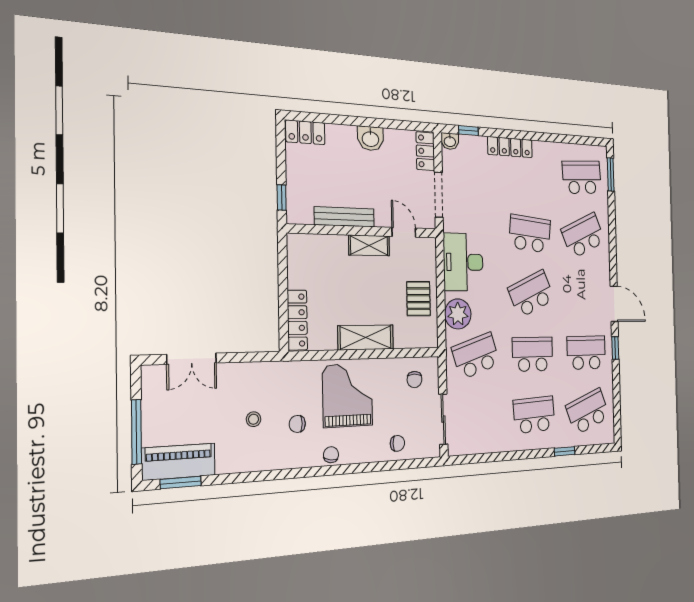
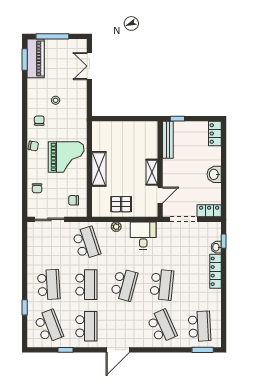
washbasin: (450, 141) -> (216, 247), moved
bench: (344, 217) -> (168, 140), moved
desk: (463, 262) -> (143, 236), width x0.73
school desk: (531, 294) -> (124, 285), turned 39
plant: (458, 314) -> (116, 227), width x0.53, depth x0.53
locker: (297, 320) -> (109, 127), removed
window: (615, 348) -> (65, 350), moved
chair: (297, 424) -> (39, 121), moved

